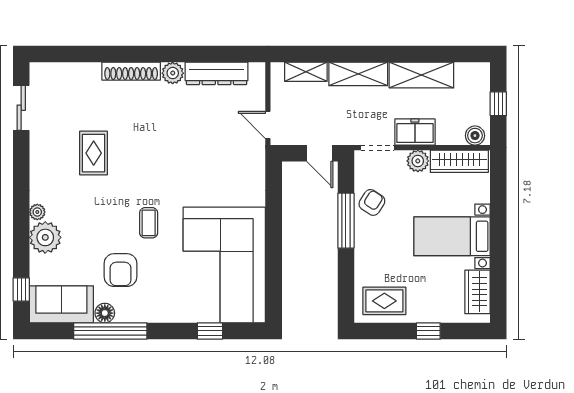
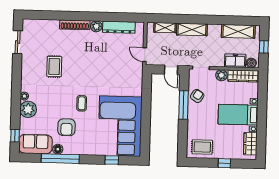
shelving: (421, 75) -> (238, 31), moved
freezer: (415, 132) -> (235, 61), moved

